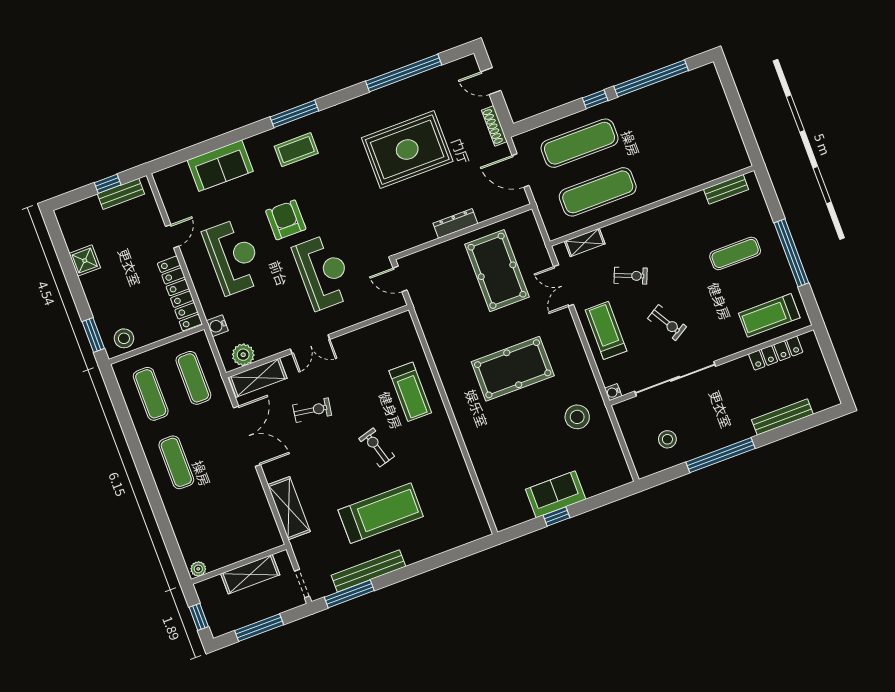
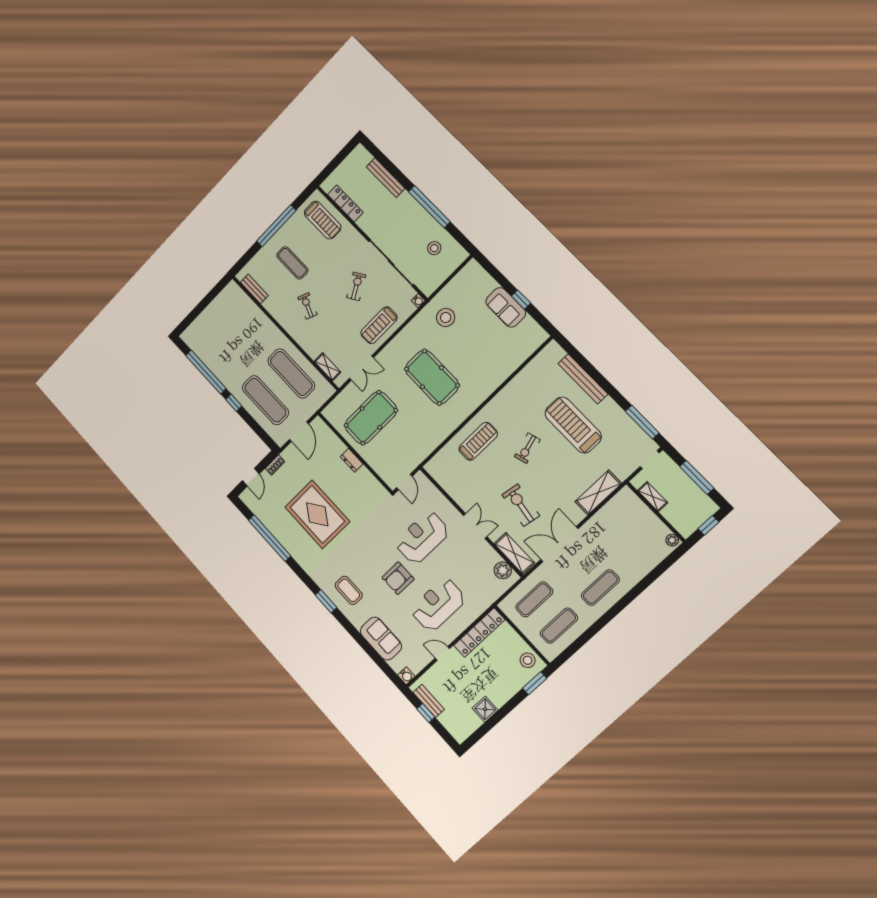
window: (294, 114) -> (326, 601), width x0.69
shoe rack: (494, 126) -> (275, 465), width x0.70
dresser: (455, 223) -> (352, 460), width x0.70
exercise bike: (631, 276) -> (307, 306), moved
water cooler: (217, 326) -> (406, 676), moved
exercise bike: (312, 410) -> (521, 505), width x1.38, depth x1.39
bench: (368, 571) -> (583, 379), moved
shelving: (250, 574) -> (653, 497), width x0.67, depth x0.75

